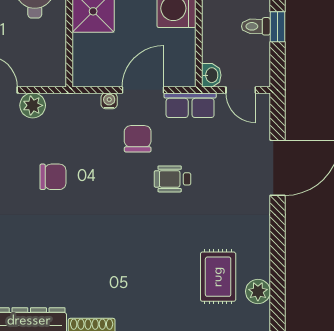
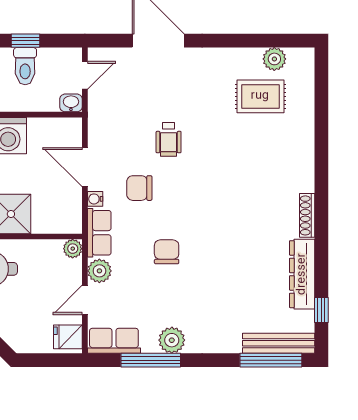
toilet: (256, 26) -> (25, 66), width x1.37, depth x1.39
plant: (56, 77) -> (73, 249), added
row of seats: (190, 105) -> (99, 233), moved
chair: (138, 139) -> (139, 188), moved

